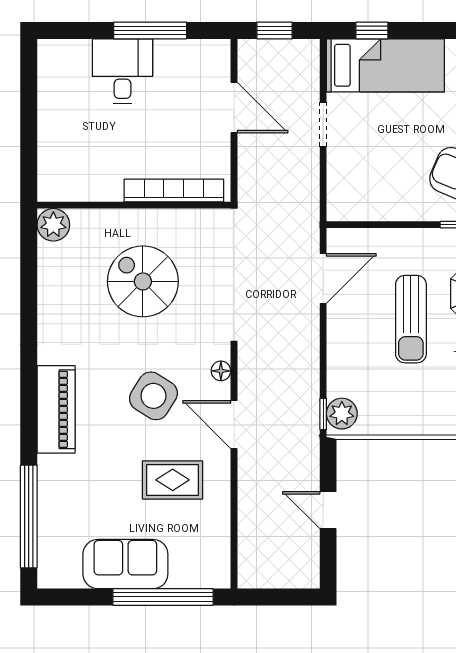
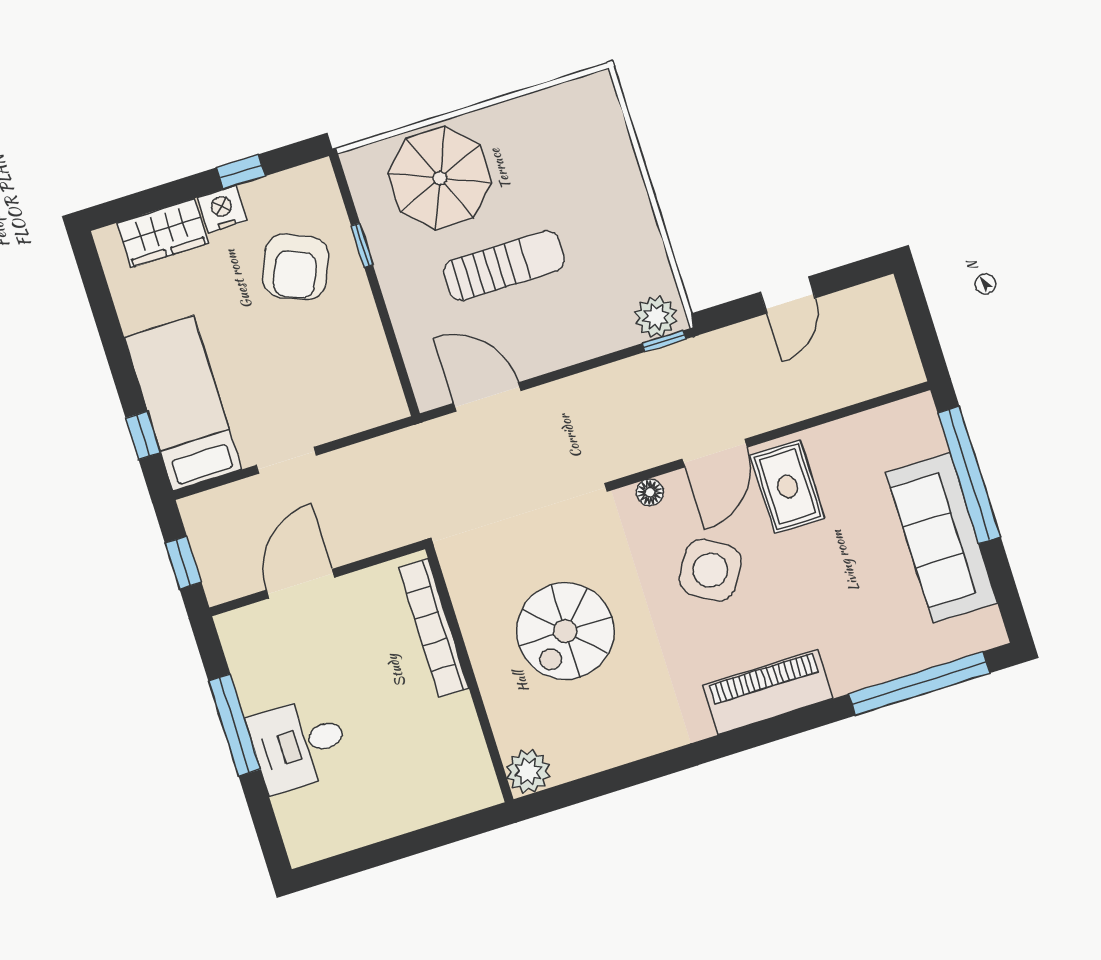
rug: (173, 480) -> (788, 487), moved
sofa: (125, 564) -> (942, 538), width x1.36

